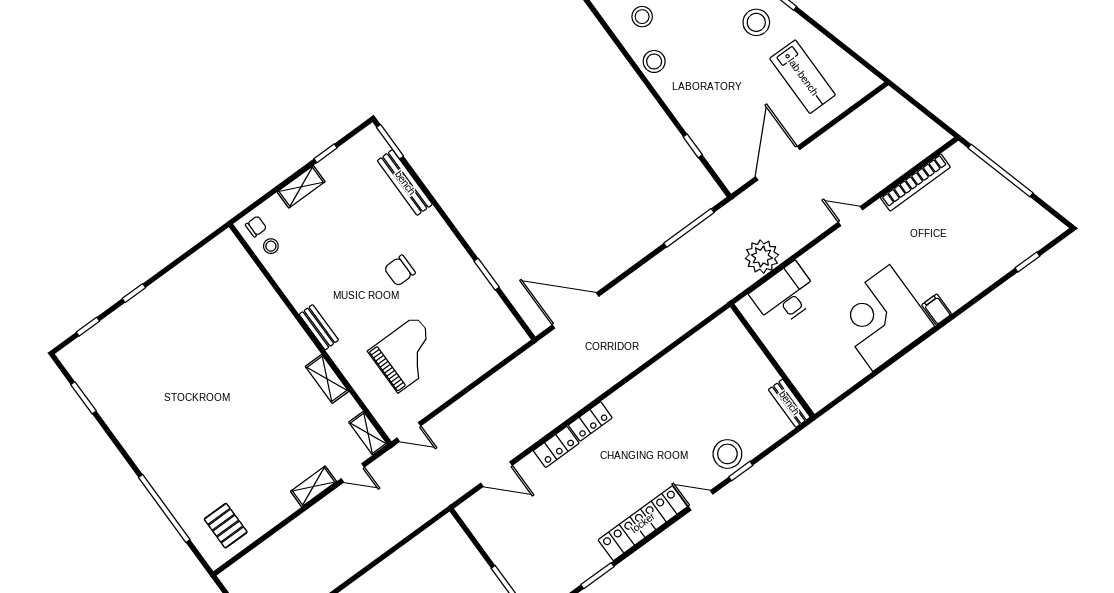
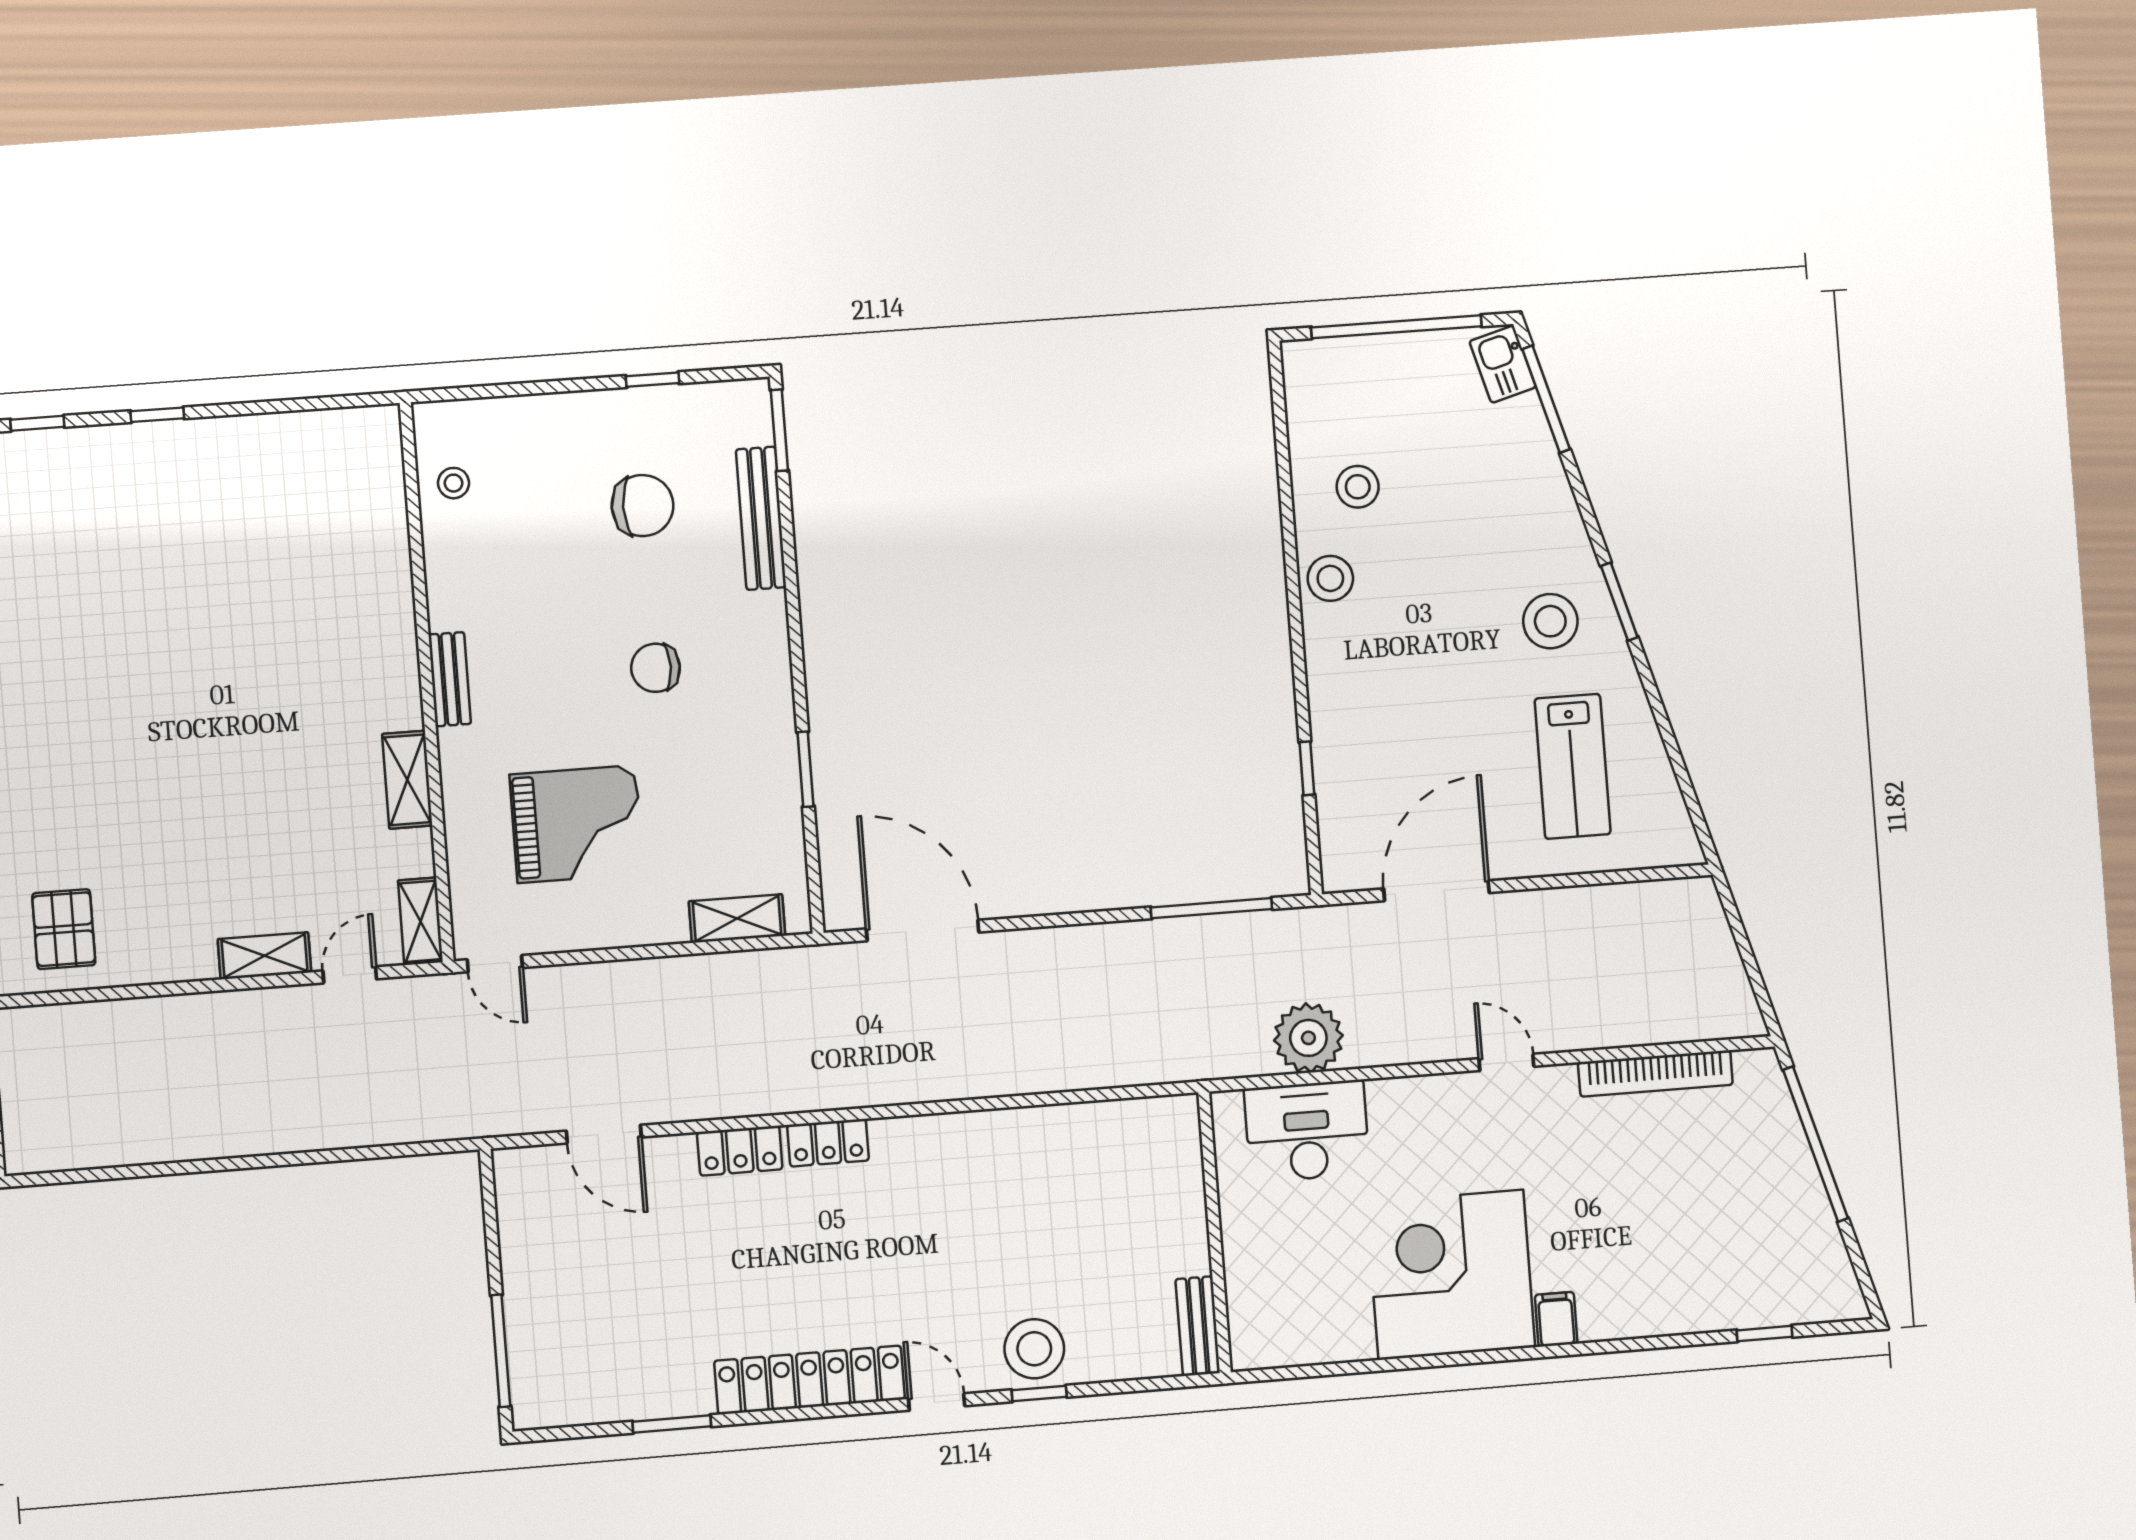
shelving: (301, 187) -> (737, 918), moved
chair: (256, 226) -> (643, 506), moved, width x1.87, depth x1.87
door: (353, 473) -> (350, 975), swing flipped

